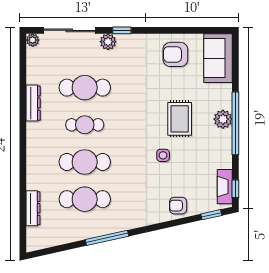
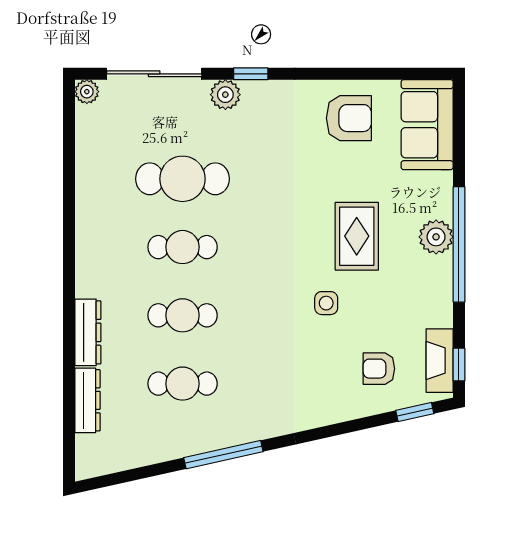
armchair: (175, 54) -> (349, 118), turned 180
dresser: (33, 103) -> (88, 332), moved
cafe table: (85, 162) -> (183, 315), width x0.73, depth x0.74
cafe table: (85, 199) -> (183, 384), width x0.73, depth x0.74
armchair: (178, 206) -> (379, 369), moved

